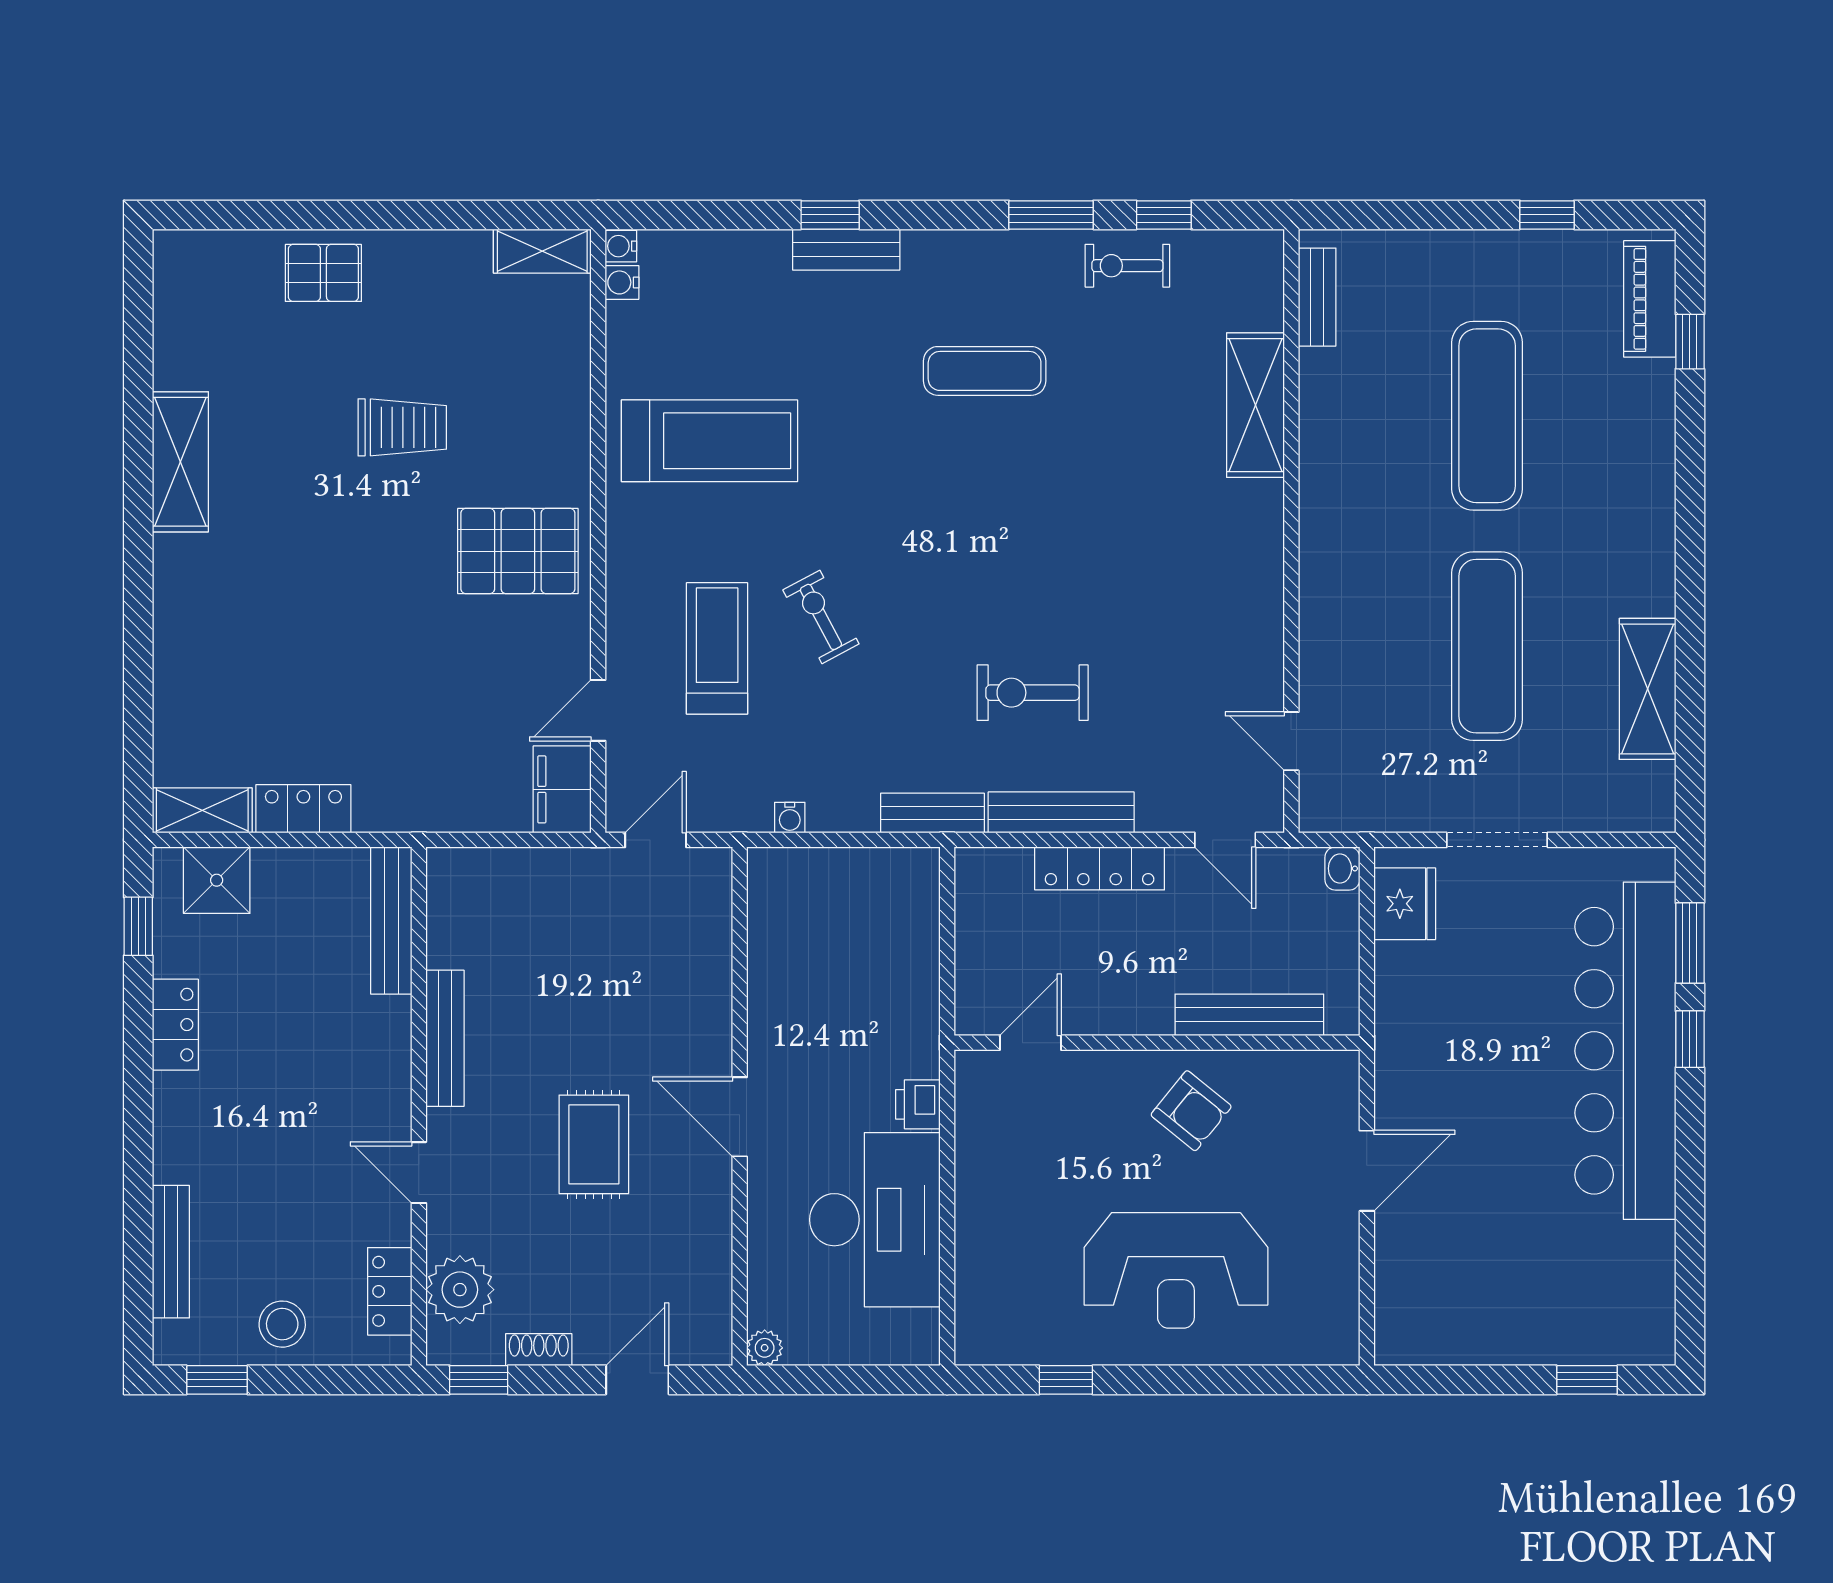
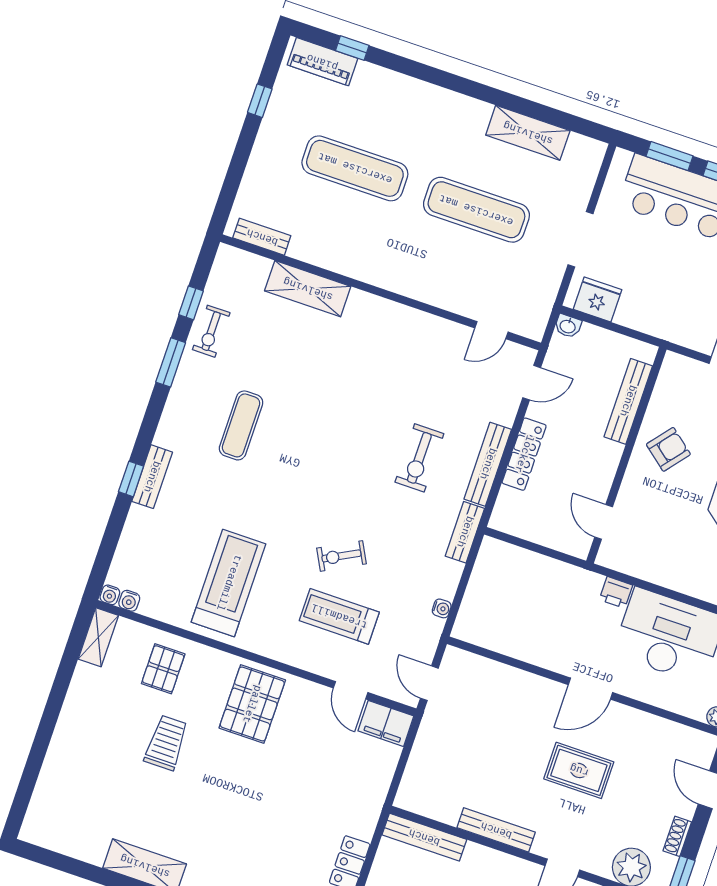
pallet: (323, 273) -> (163, 669), moved

